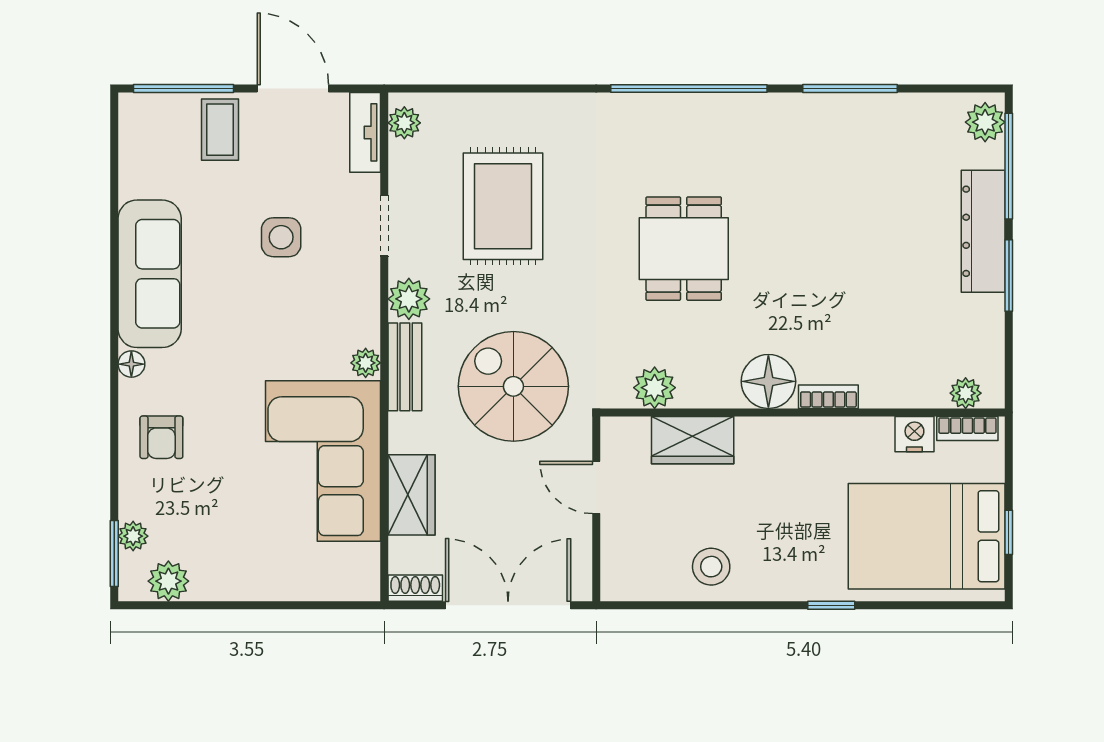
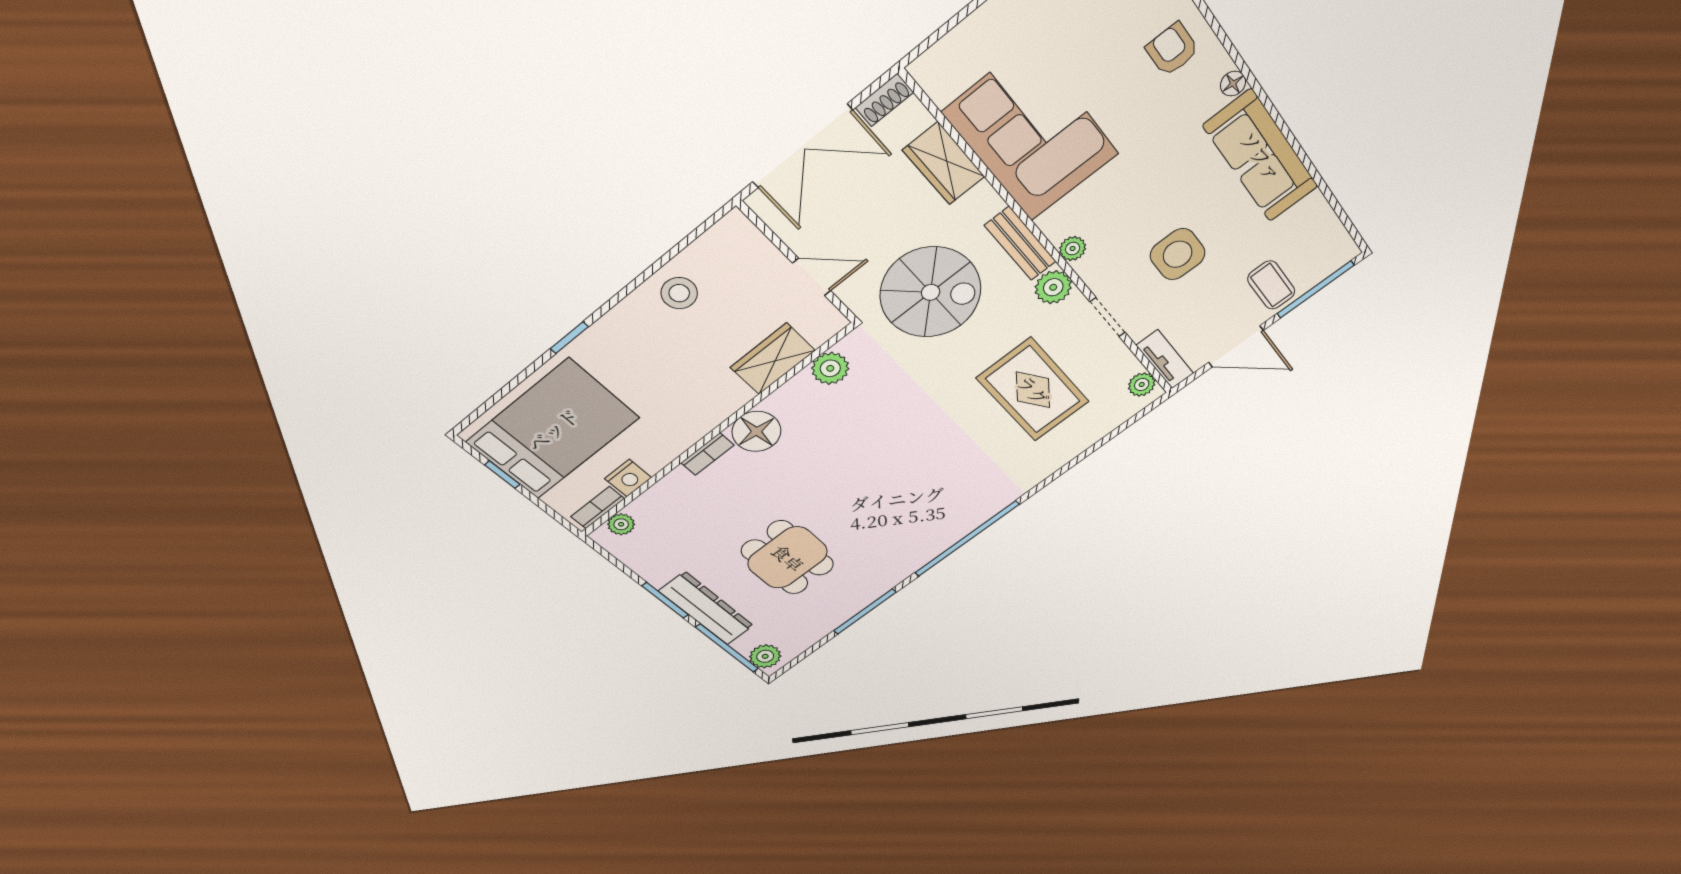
side table: (281, 237) -> (1178, 254), width x1.37, depth x1.37
dining table: (684, 249) -> (788, 558), moved
plant: (366, 363) -> (1073, 249), moved

